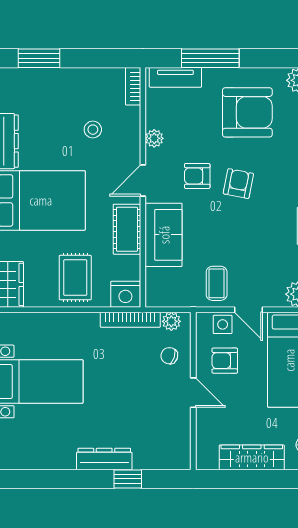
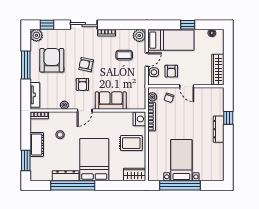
window: (210, 58) -> (26, 65), moved
door: (143, 181) -> (85, 111), hinge flipped
cot: (127, 229) -> (37, 144), moved, turned 90
coffee table: (217, 283) -> (124, 55), moved
door: (193, 393) -> (187, 86), swing flipped
wardrobe: (252, 457) -> (218, 70), moved

